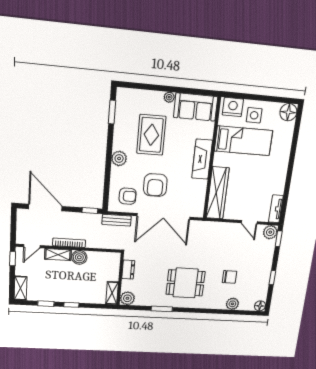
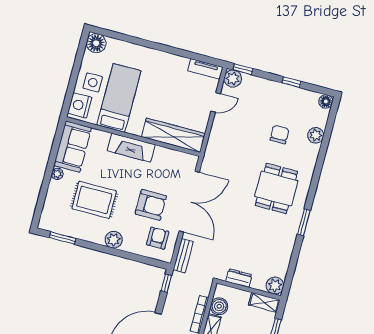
dresser: (128, 270) -> (239, 278), moved
wall: (120, 279) -> (249, 289), moved
shelving: (112, 293) -> (264, 302), moved
plant: (127, 298) -> (275, 286), moved

